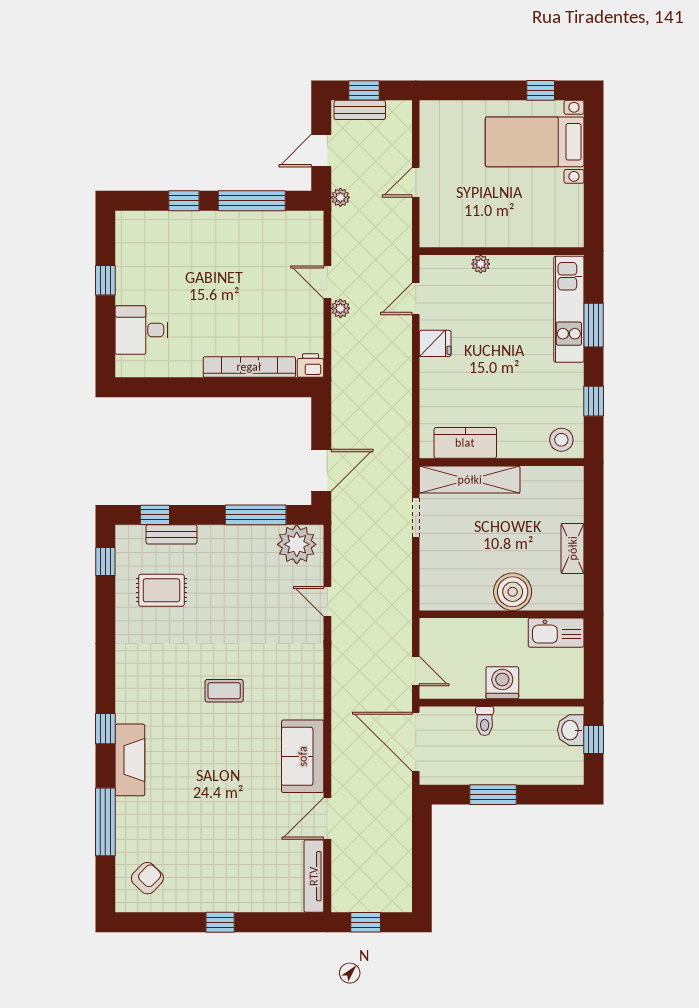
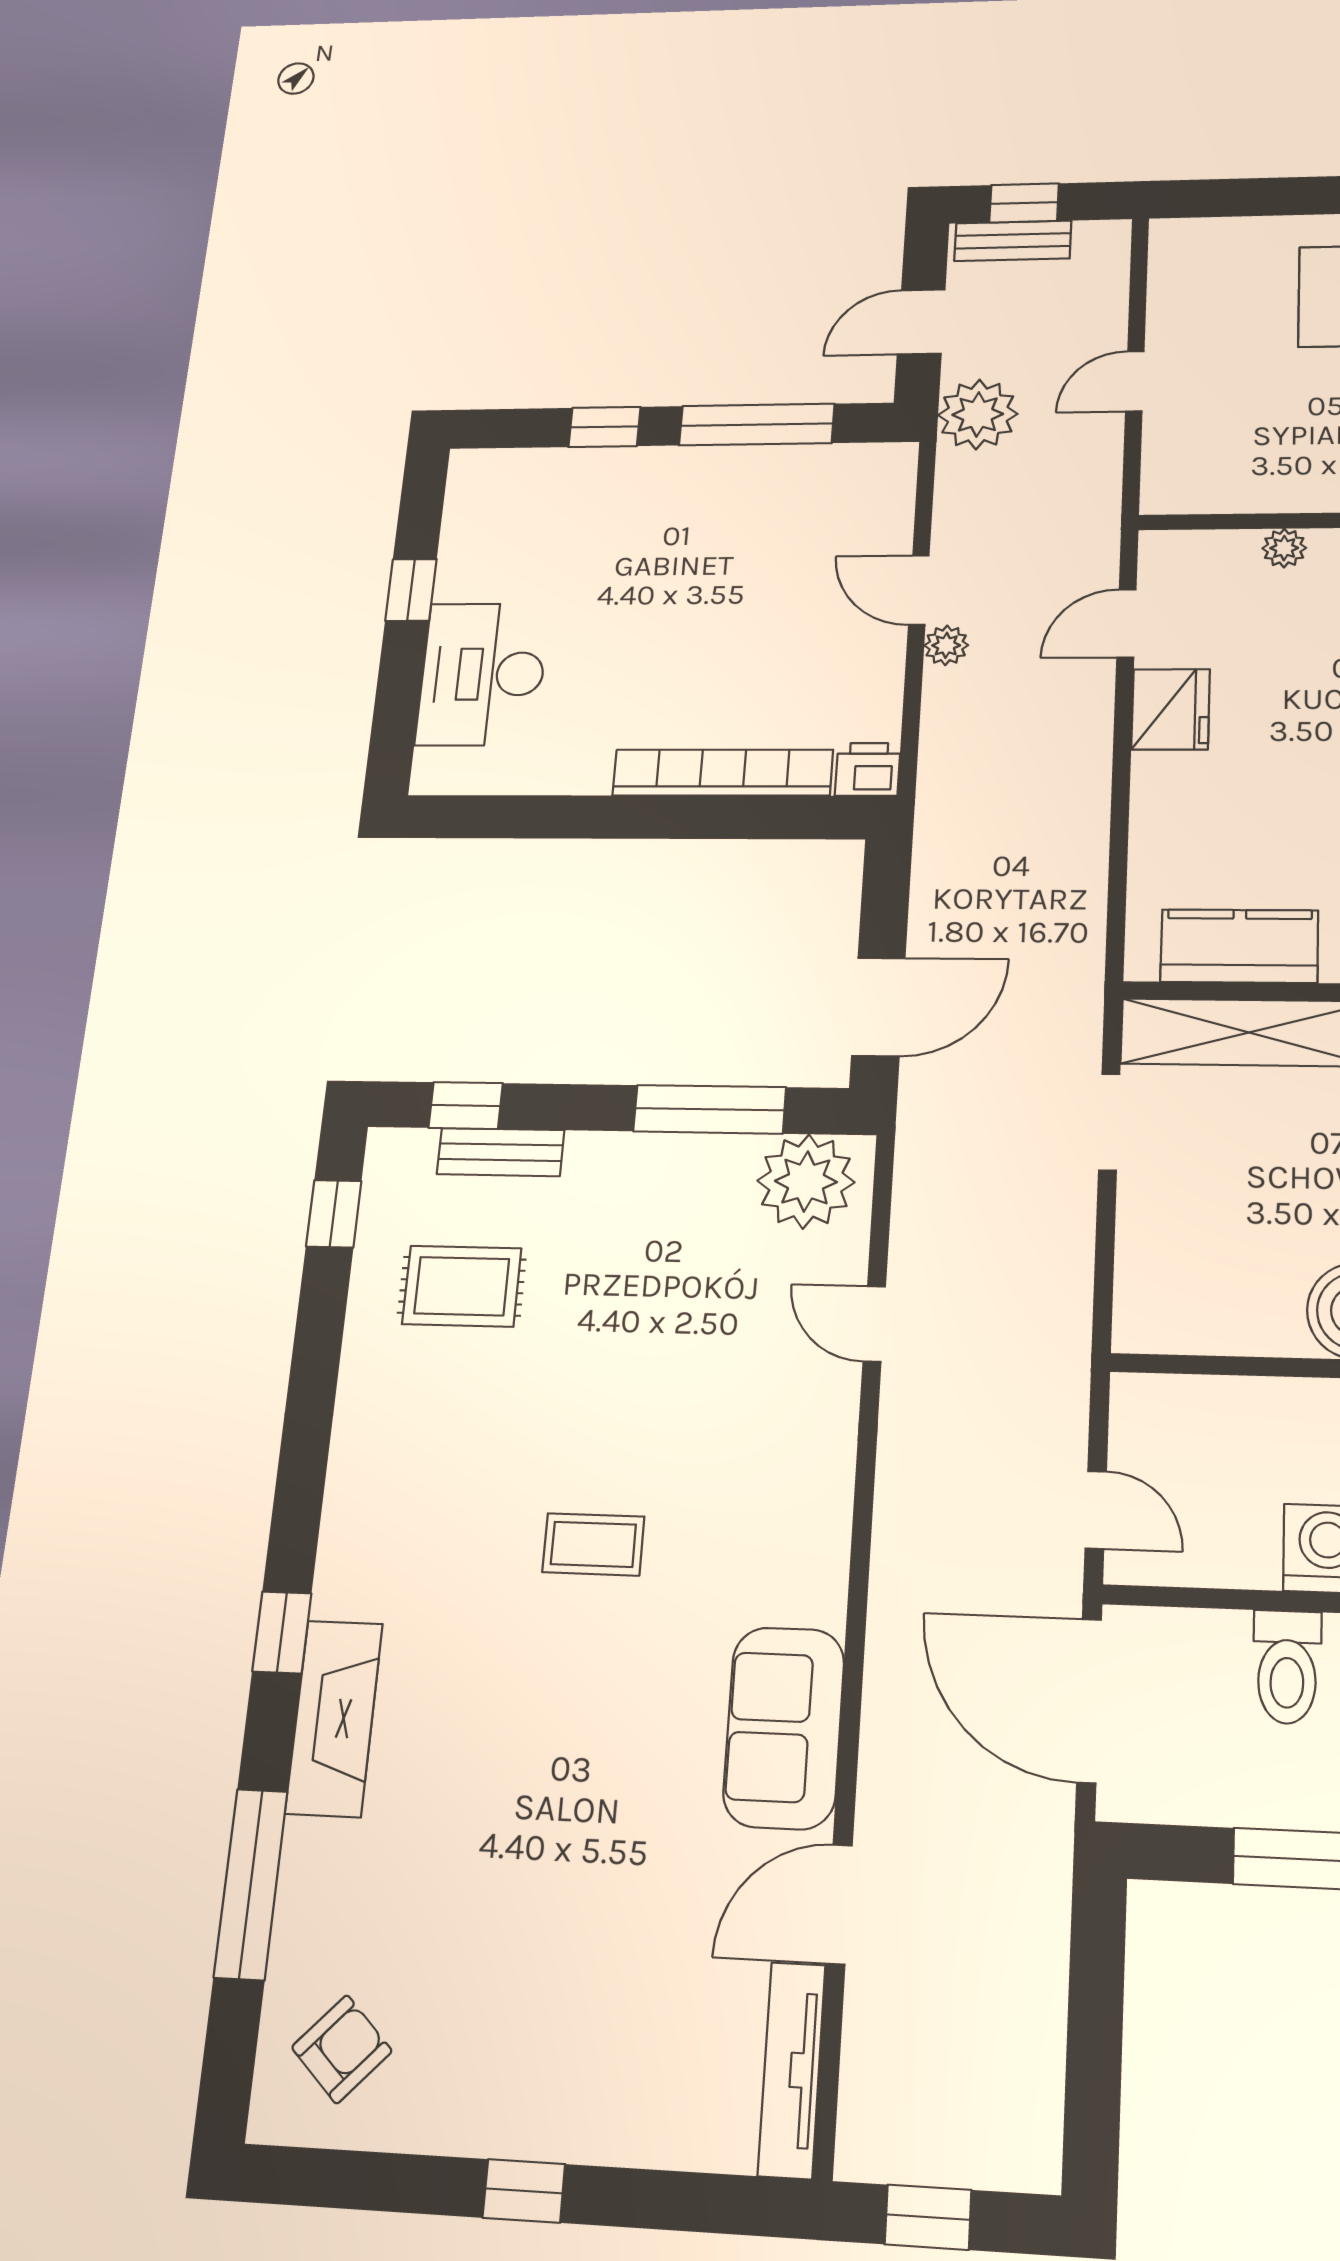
plant: (340, 197) -> (978, 414), width x1.88, depth x1.88
desk: (141, 330) -> (483, 674), width x1.37
fridge: (435, 343) -> (1171, 709), width x1.38
toilet: (485, 721) -> (1287, 1667), width x1.37, depth x1.39

